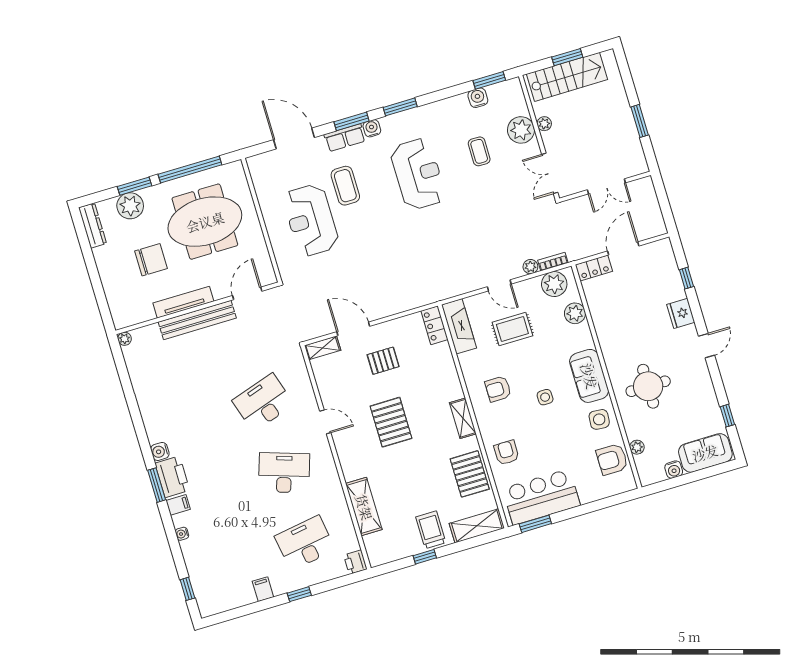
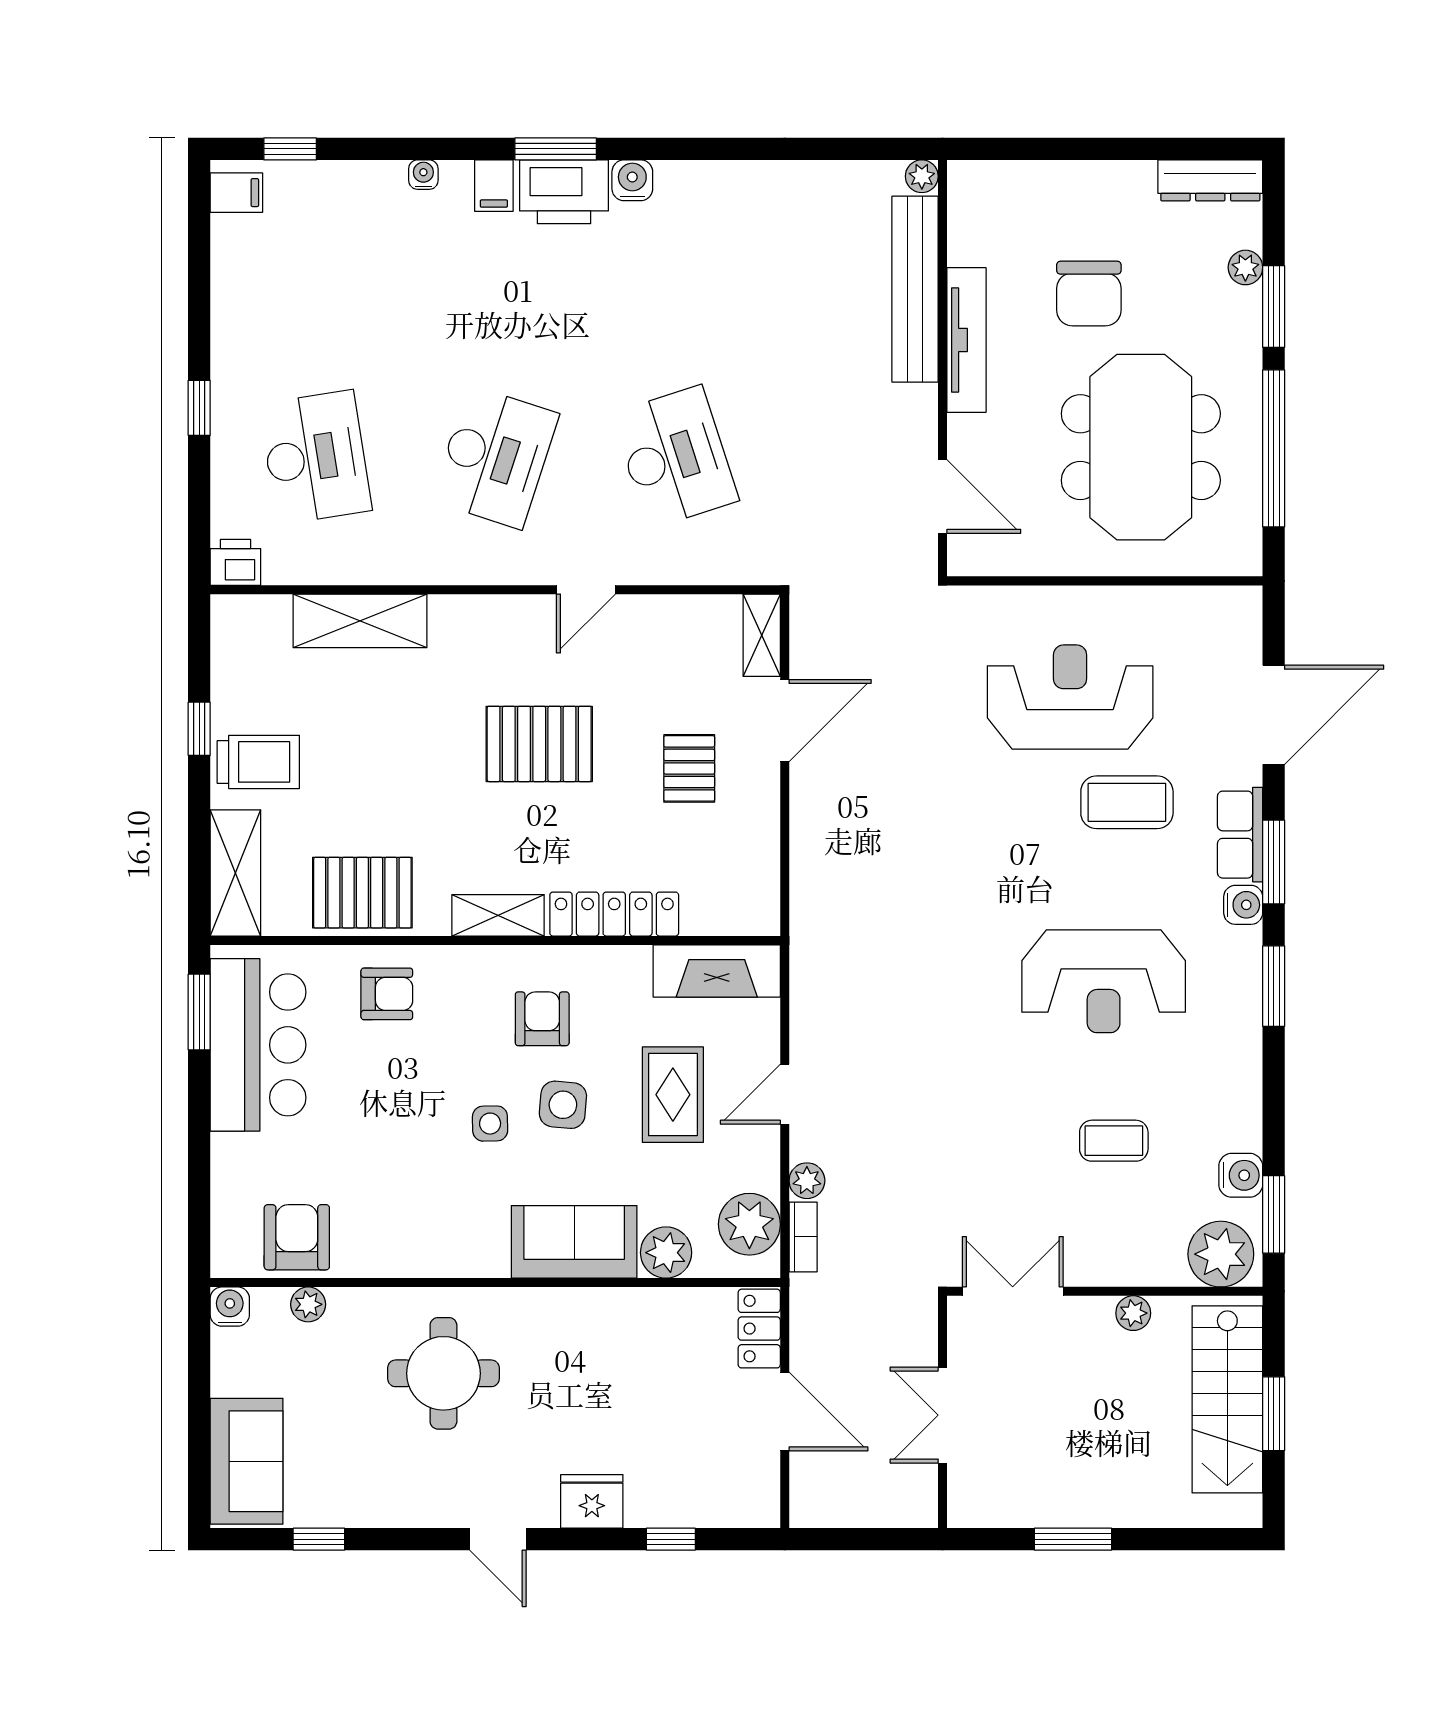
plant: (521, 130) -> (1221, 1254), moved
plant: (130, 206) -> (1245, 267), width x0.53, depth x0.53
bench: (197, 320) -> (915, 289), moved
locker: (434, 325) -> (614, 914), moved, width x1.53
sofa: (589, 376) -> (574, 1242), moved
side table: (599, 419) -> (563, 1105), moved
water cooler: (674, 470) -> (230, 1307), moved, turned 90
filing cabinet: (263, 589) -> (236, 193), moved

